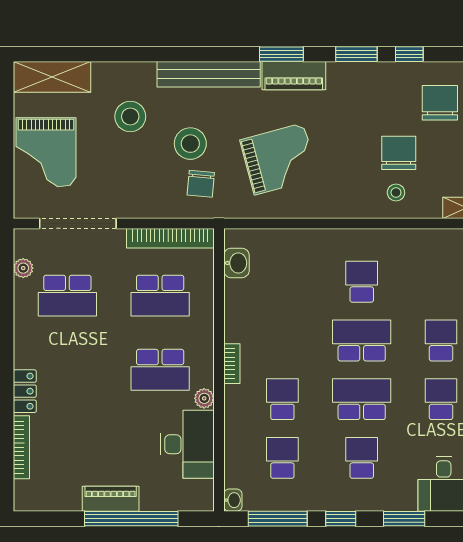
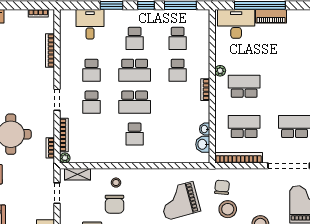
desk: (187, 444) -> (236, 24), moved, turned 90
washbasin: (233, 500) -> (205, 129), moved

